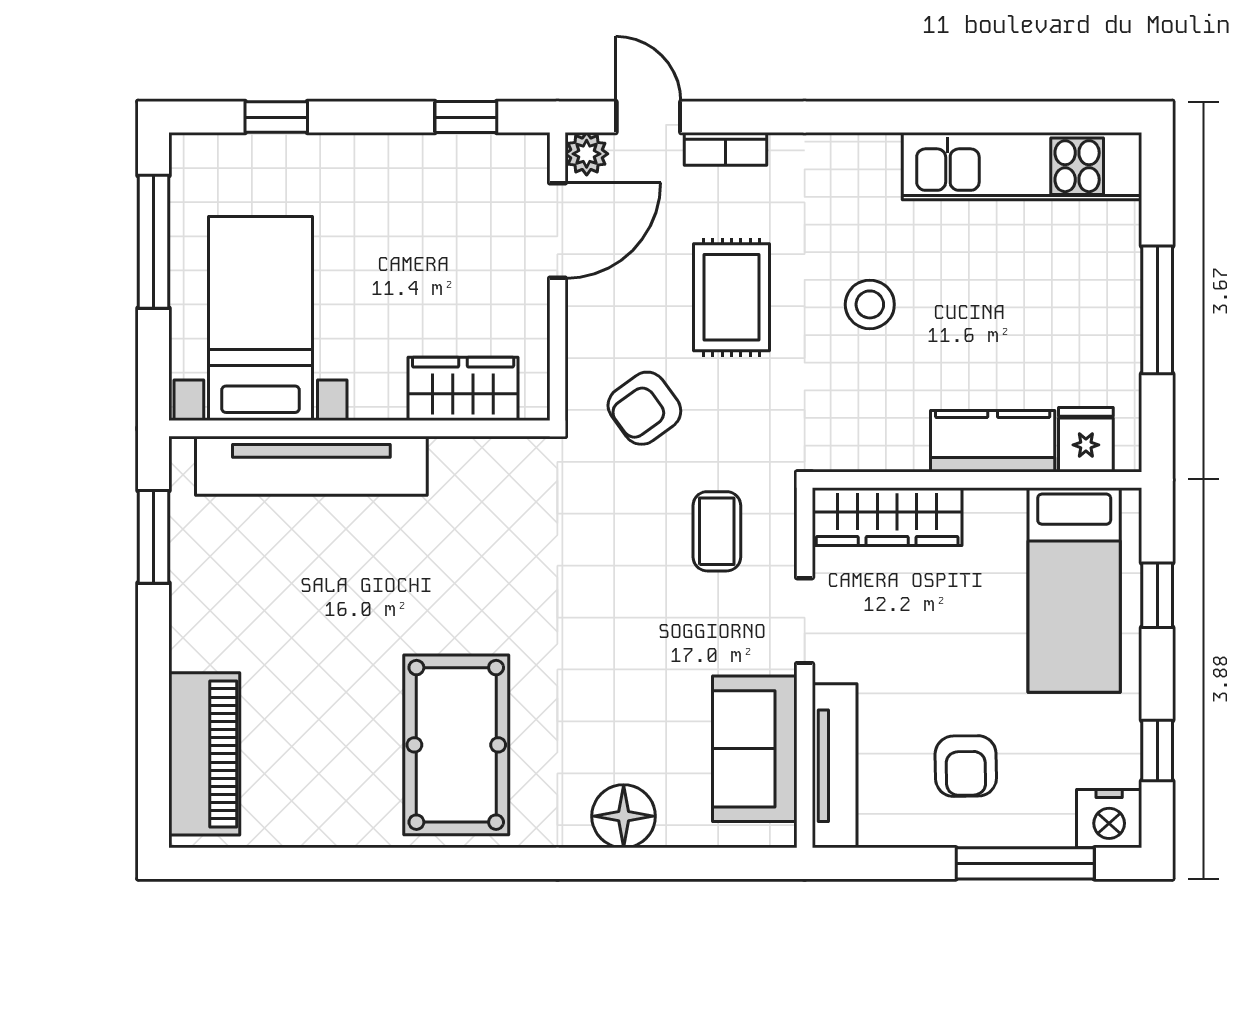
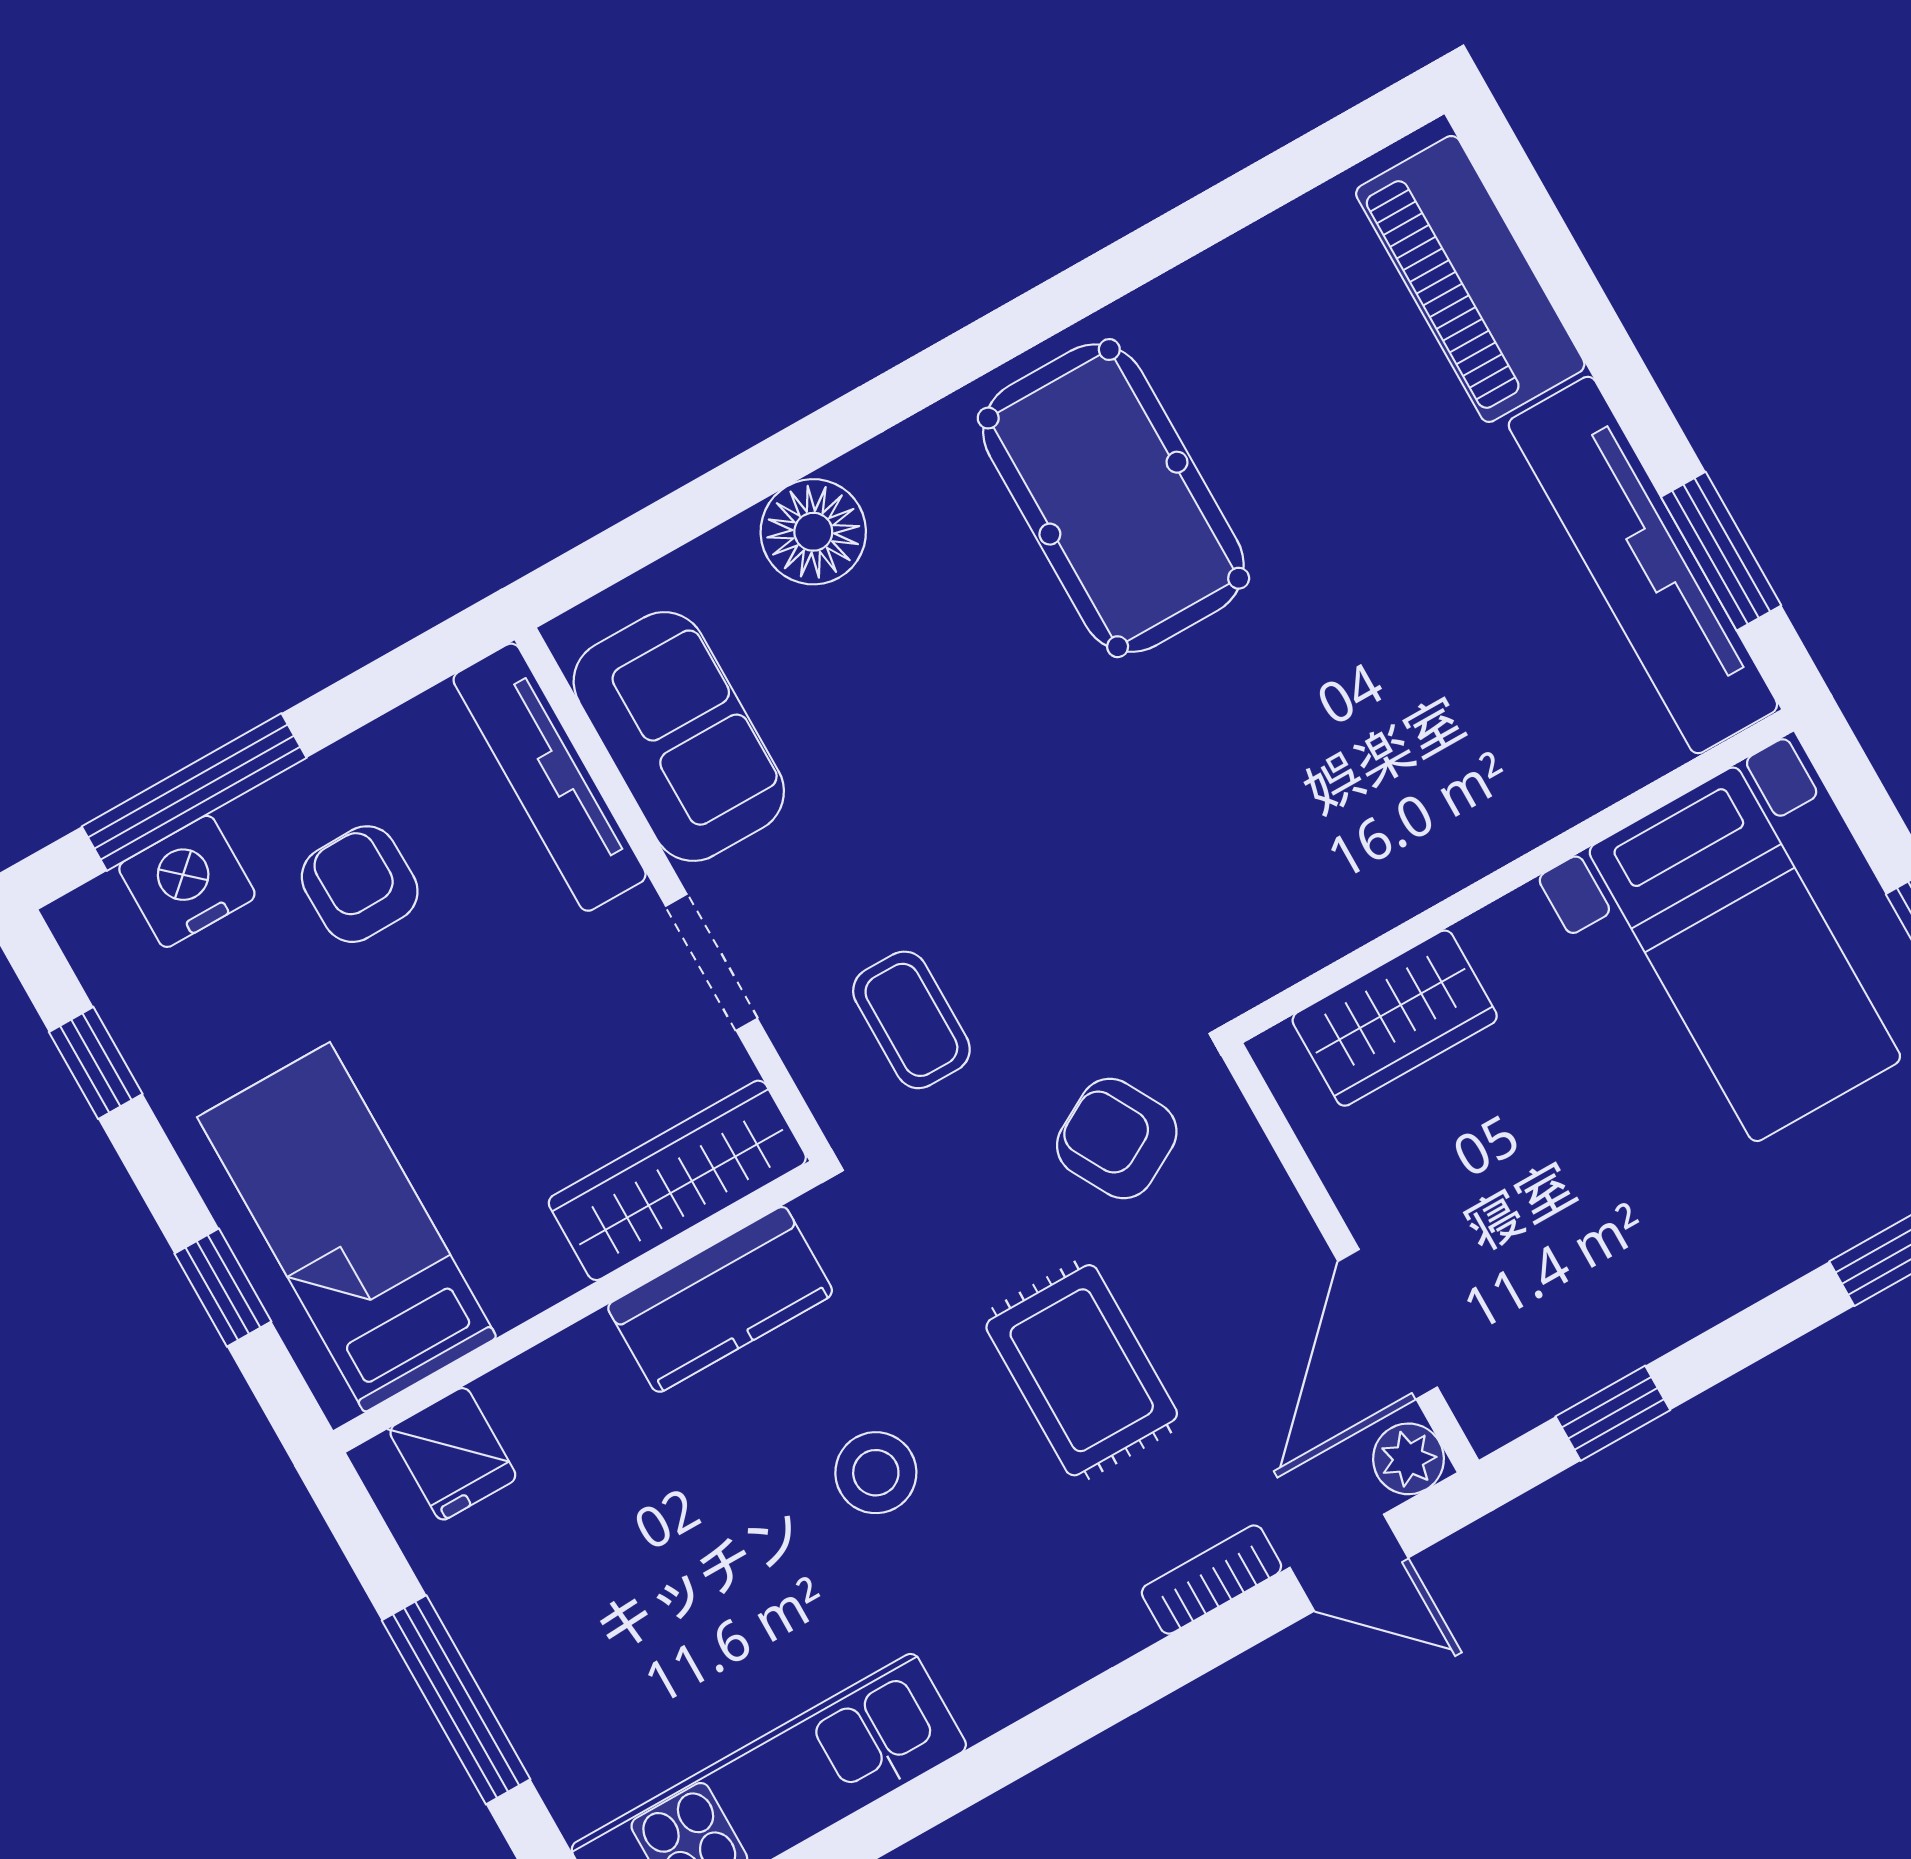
armchair: (644, 408) -> (1117, 1139), turned -83
kitchen counter: (993, 441) -> (720, 1300), moved
tv unit: (311, 466) -> (1643, 565), moved, turned -90
nightstand: (1109, 819) -> (187, 881), moved

